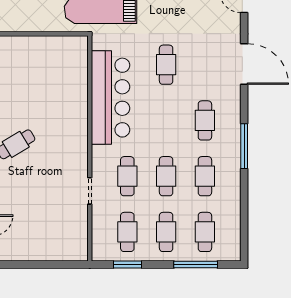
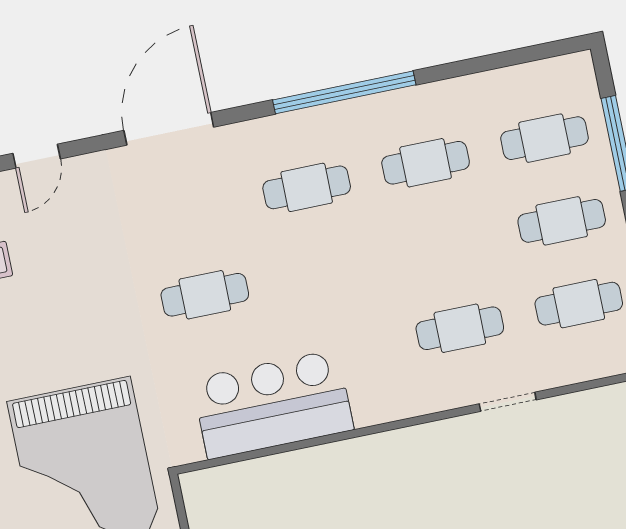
bar counter: (111, 98) -> (273, 404), width x0.73
window: (244, 146) -> (344, 92), width x1.46
cafe table: (166, 176) -> (443, 245), removed

